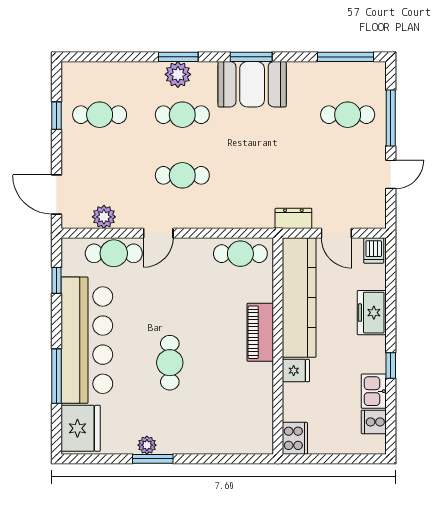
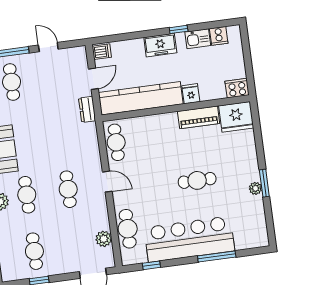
door: (158, 233) -> (107, 182), moved
freezer: (372, 313) -> (160, 45), moved
piano: (260, 332) -> (199, 117), moved
fridge: (81, 428) -> (236, 117), moved, turned 180

